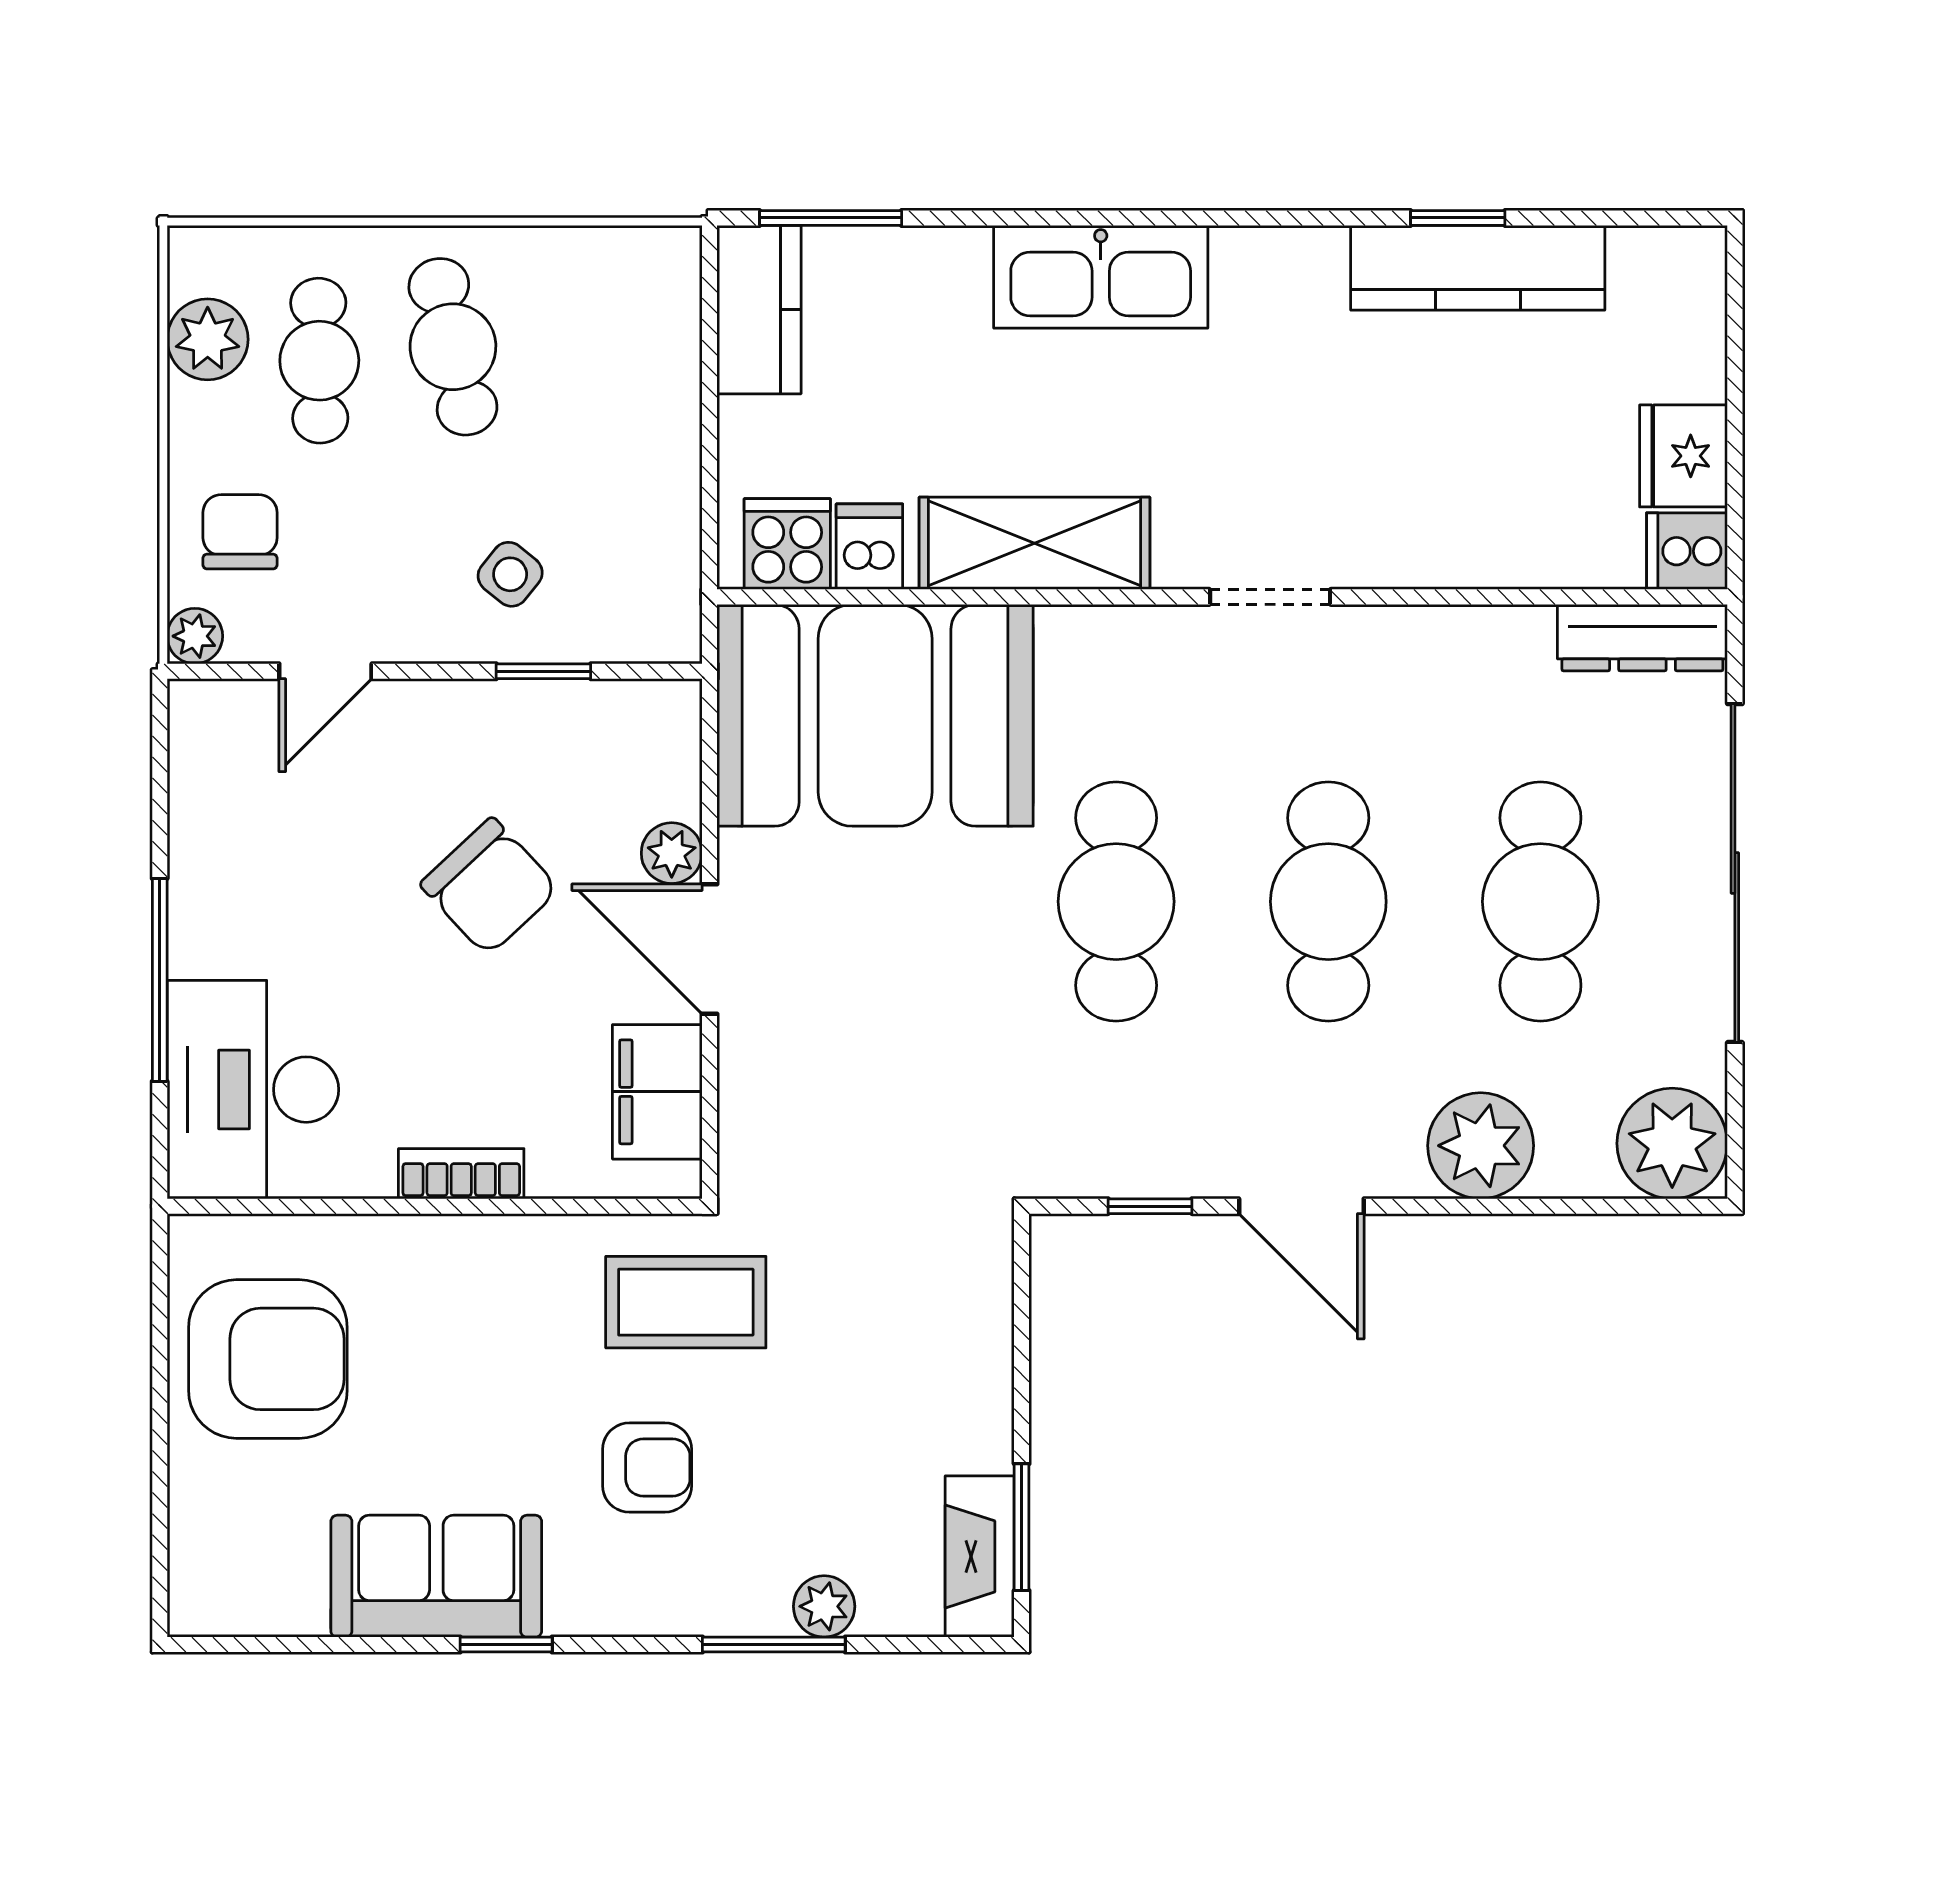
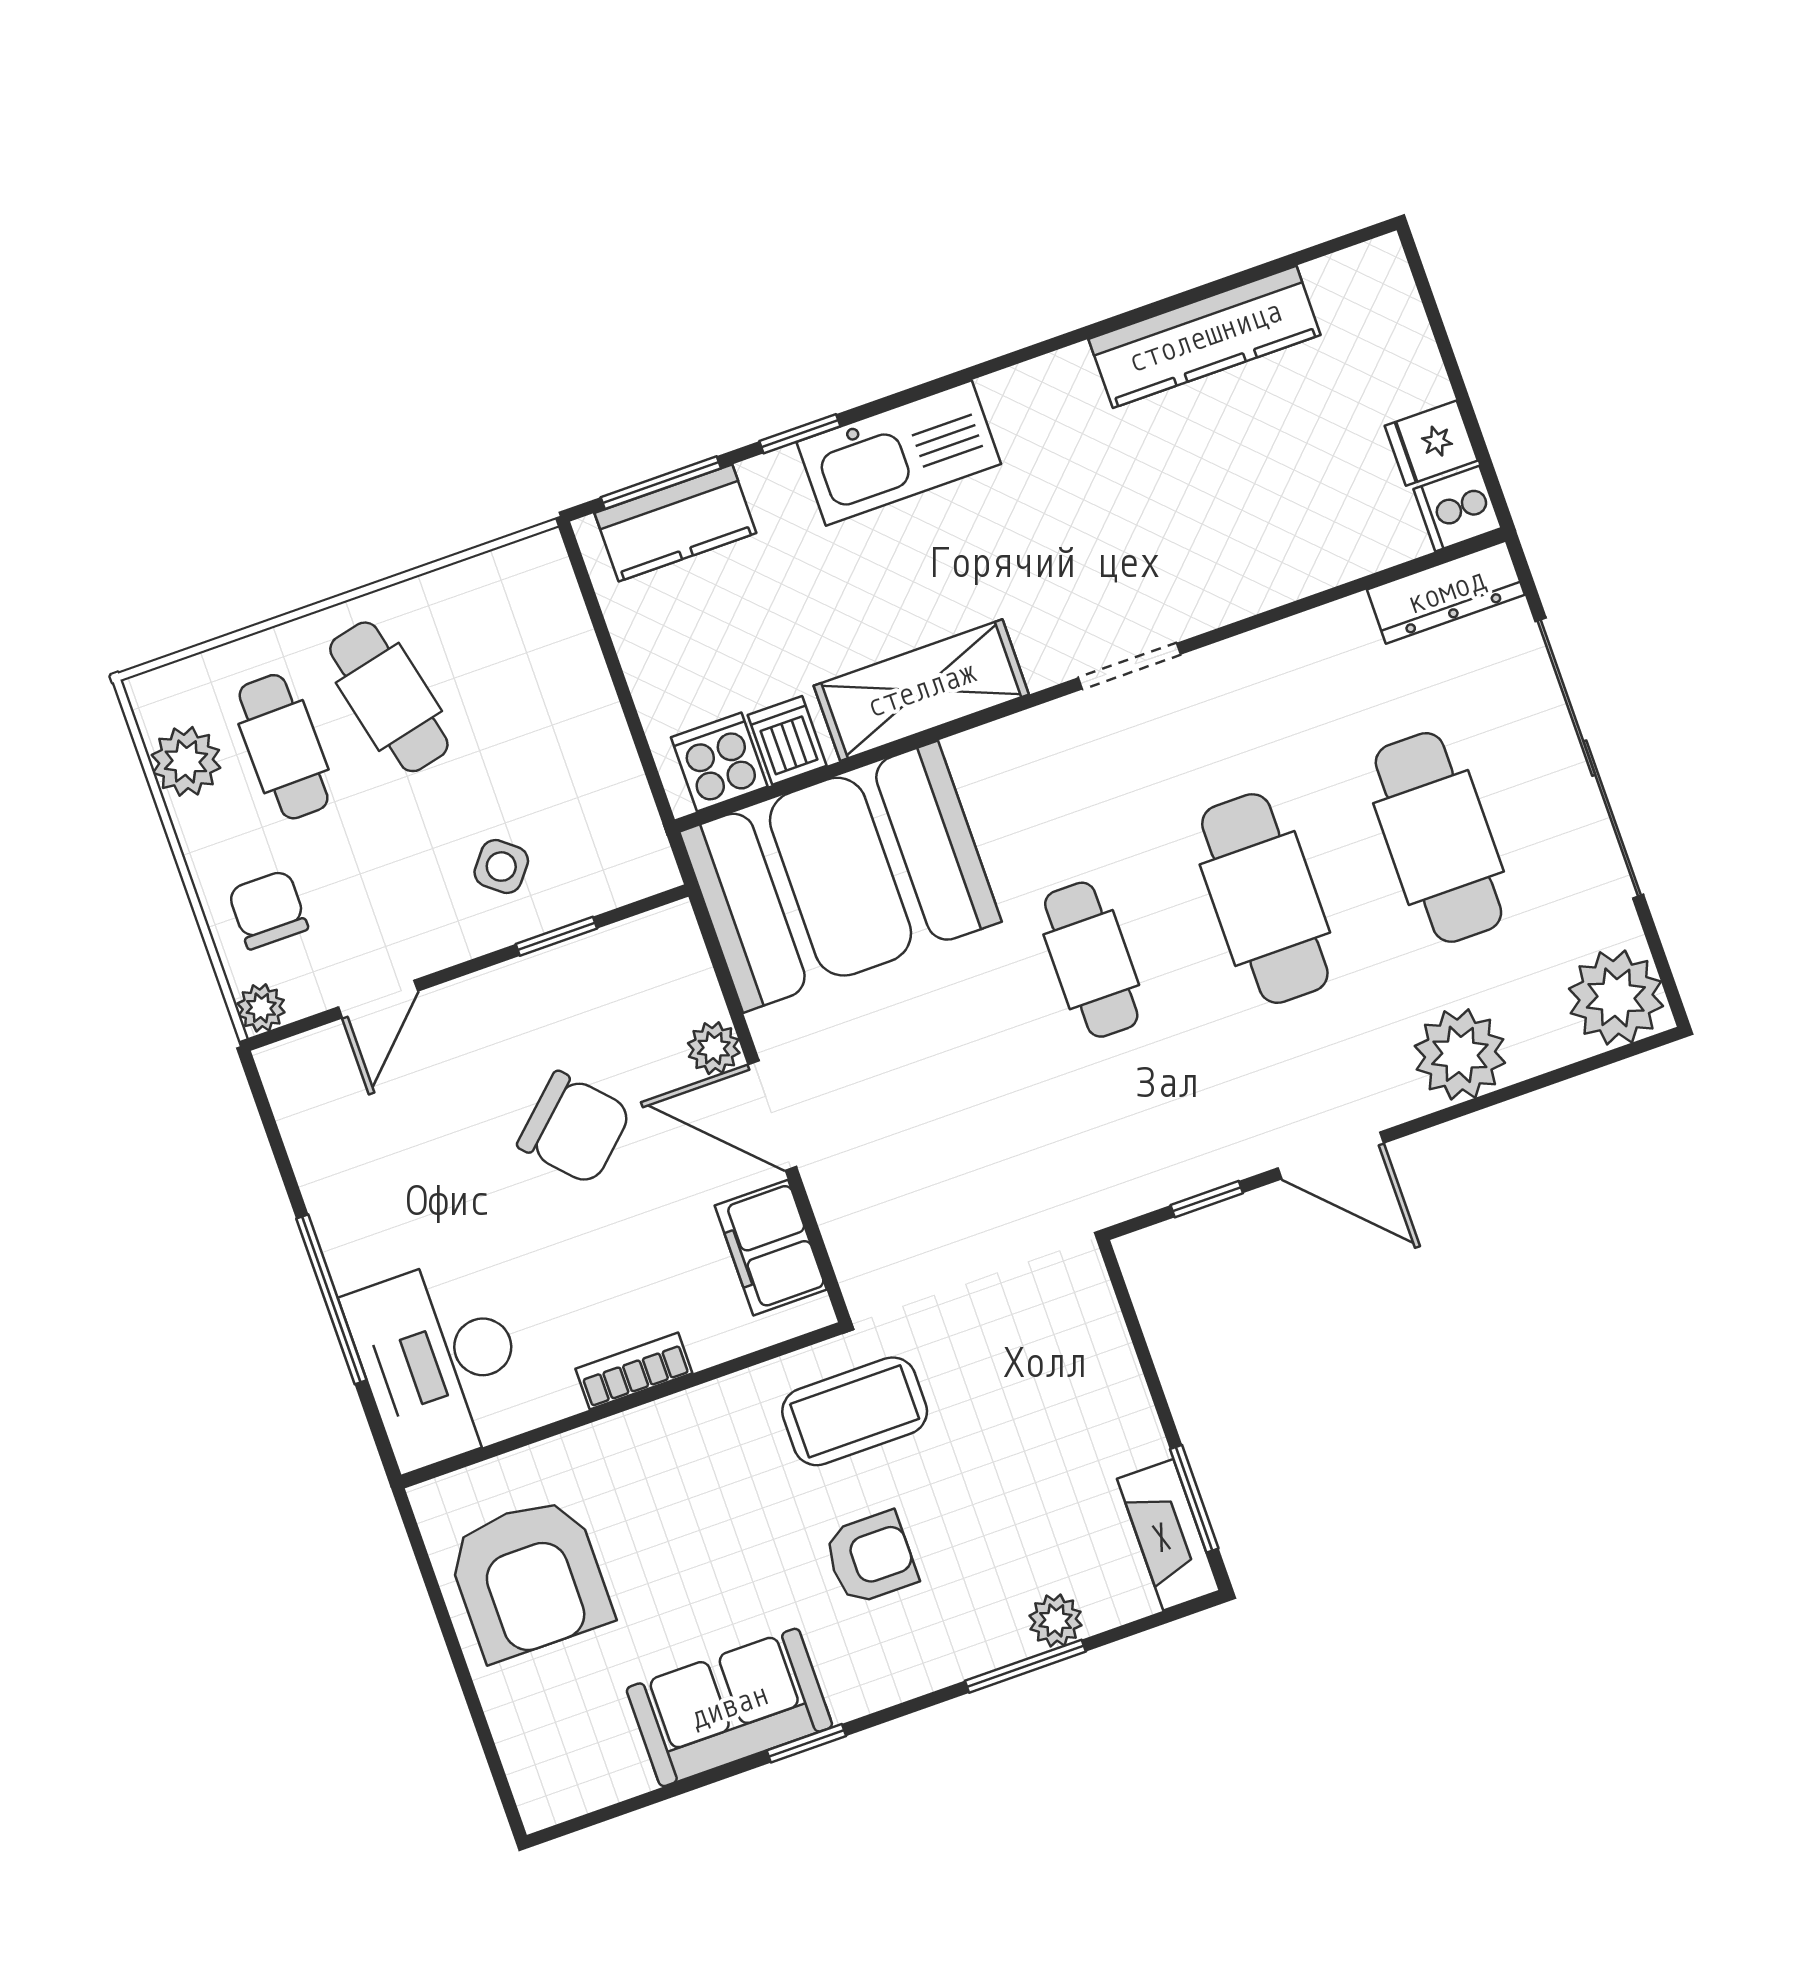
window: (1458, 218) -> (800, 434), moved
kitchen counter: (759, 310) -> (675, 523), moved, turned 90
fridge: (1683, 456) -> (1431, 443), width x0.72
cafe table: (1116, 902) -> (1091, 960), width x0.73, depth x0.74
armchair: (268, 1359) -> (529, 1578), turned 90

